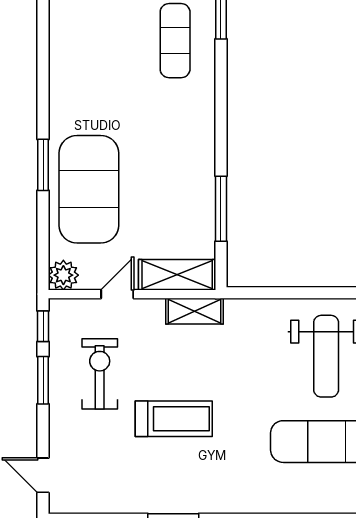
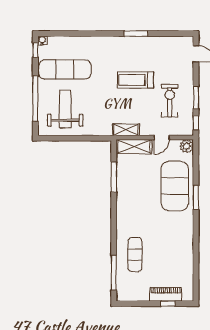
exercise bike: (100, 374) -> (170, 101), turned 180

